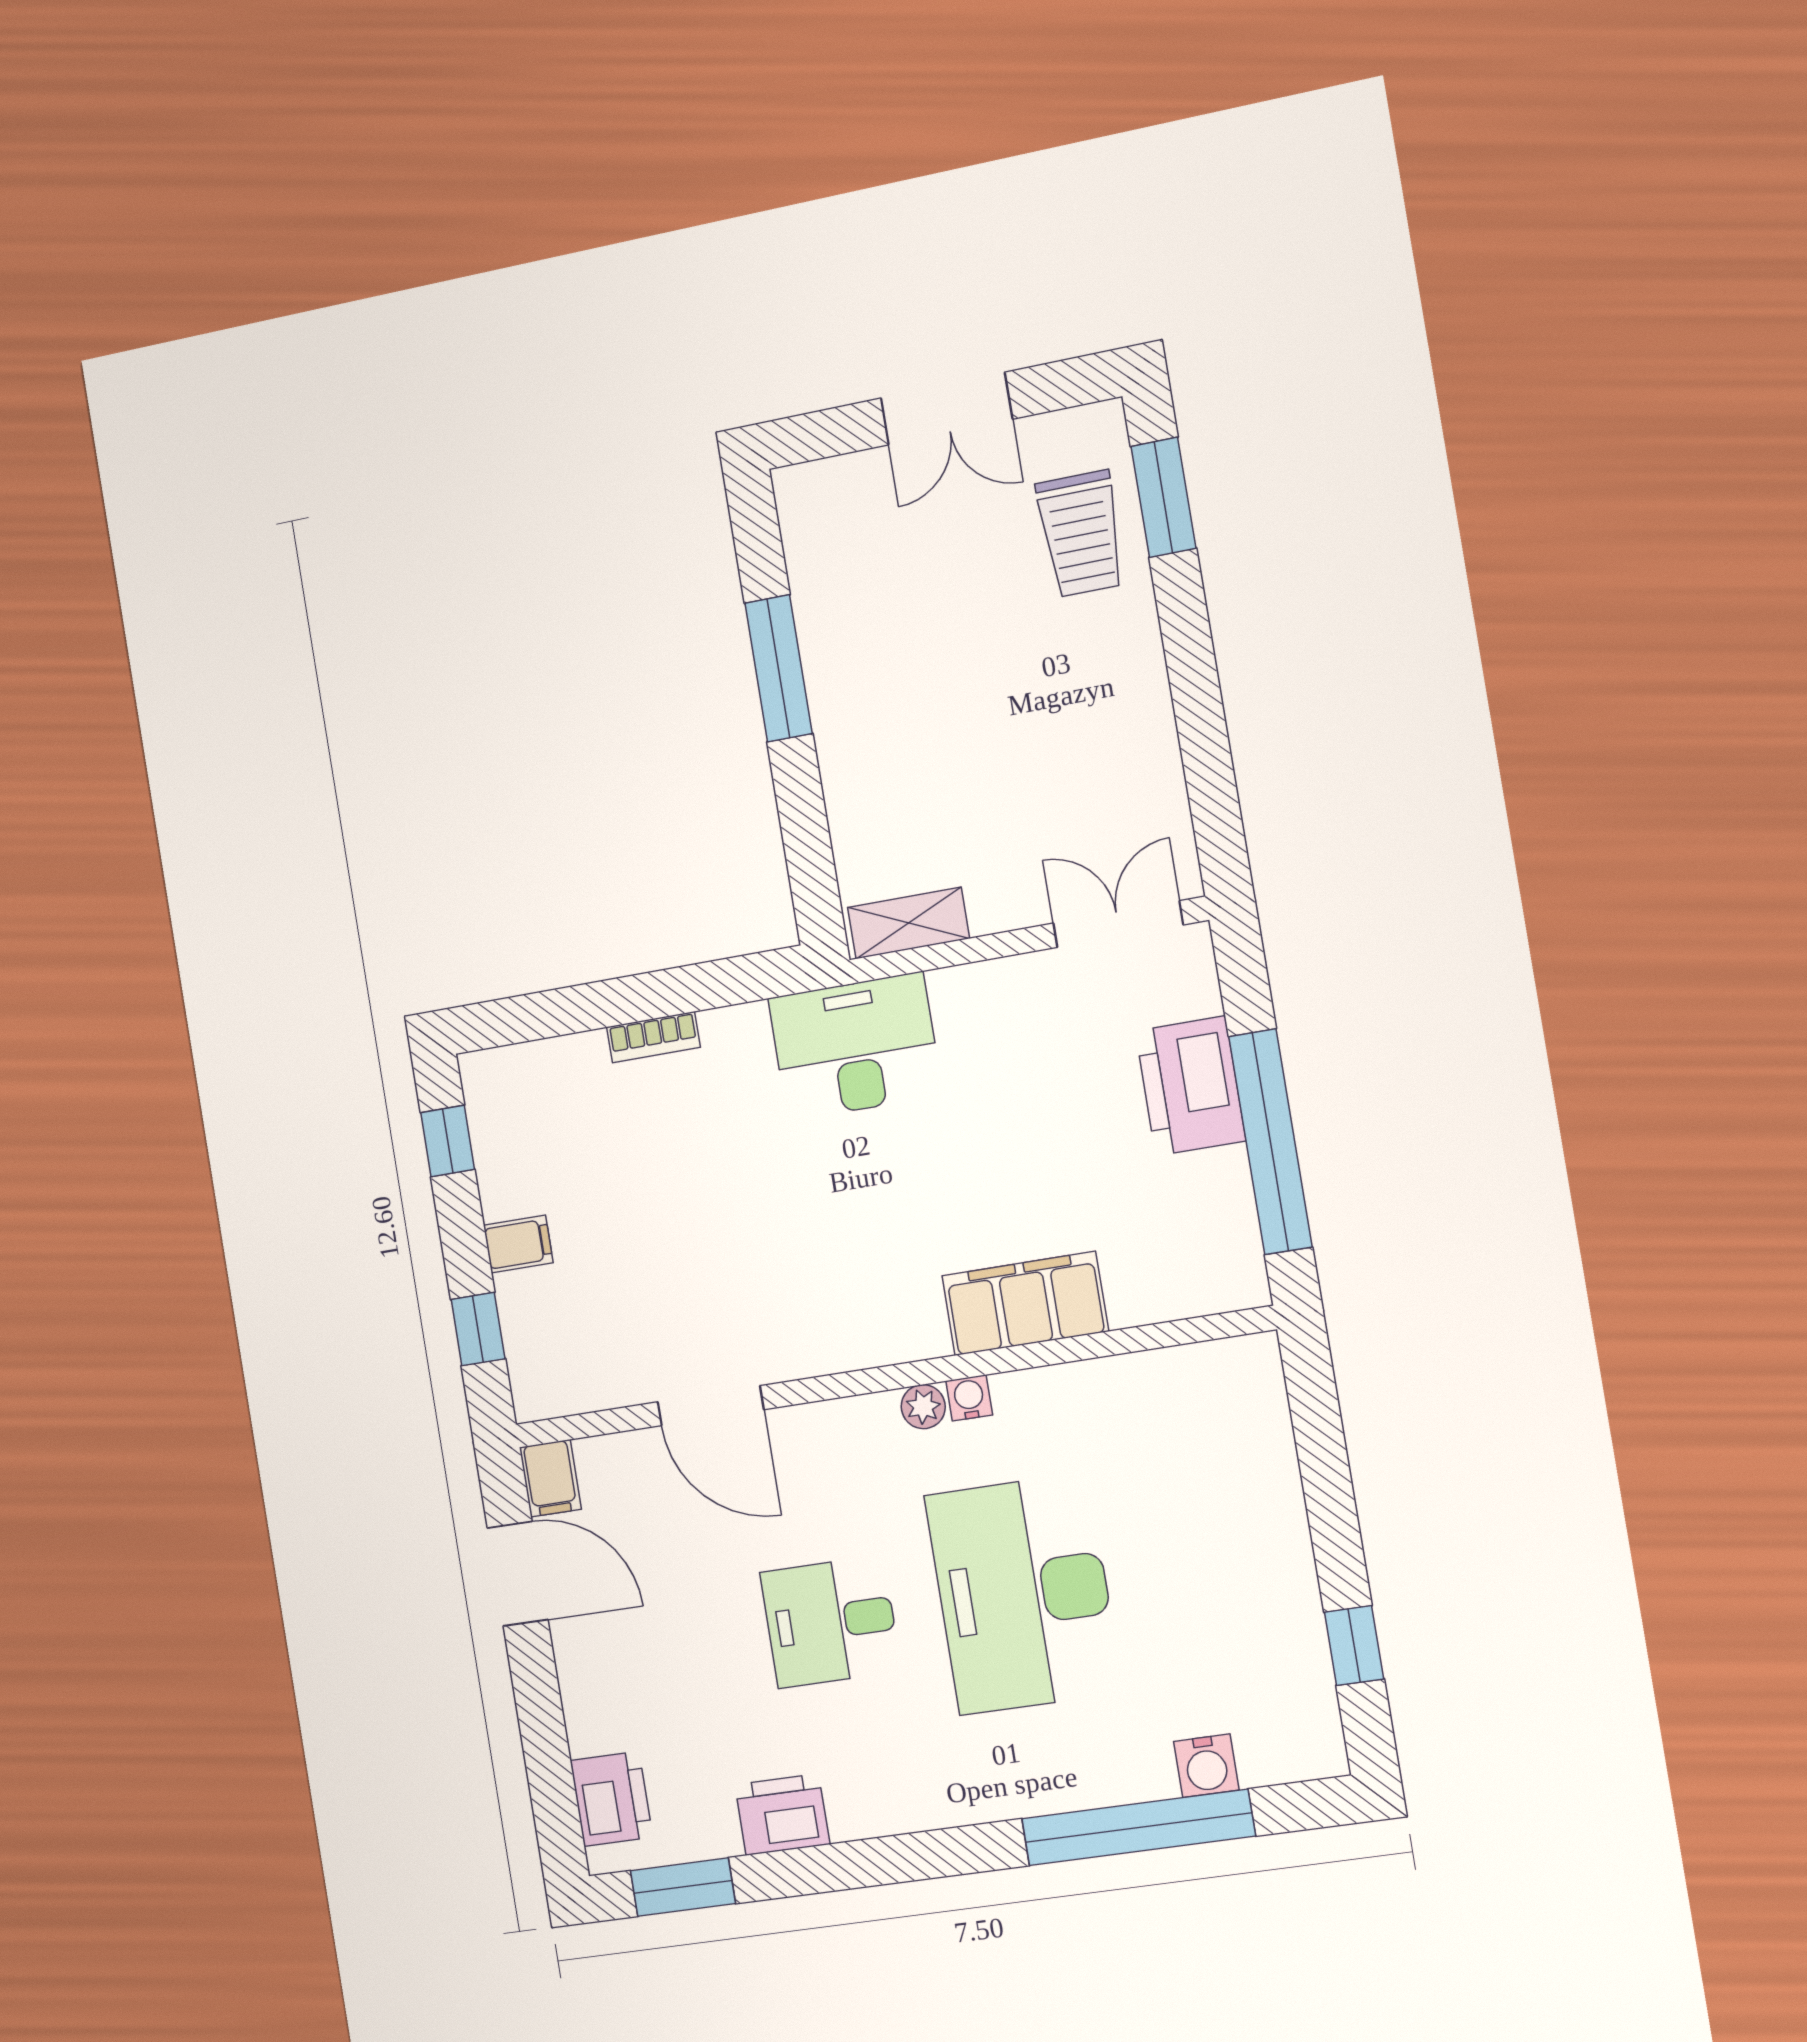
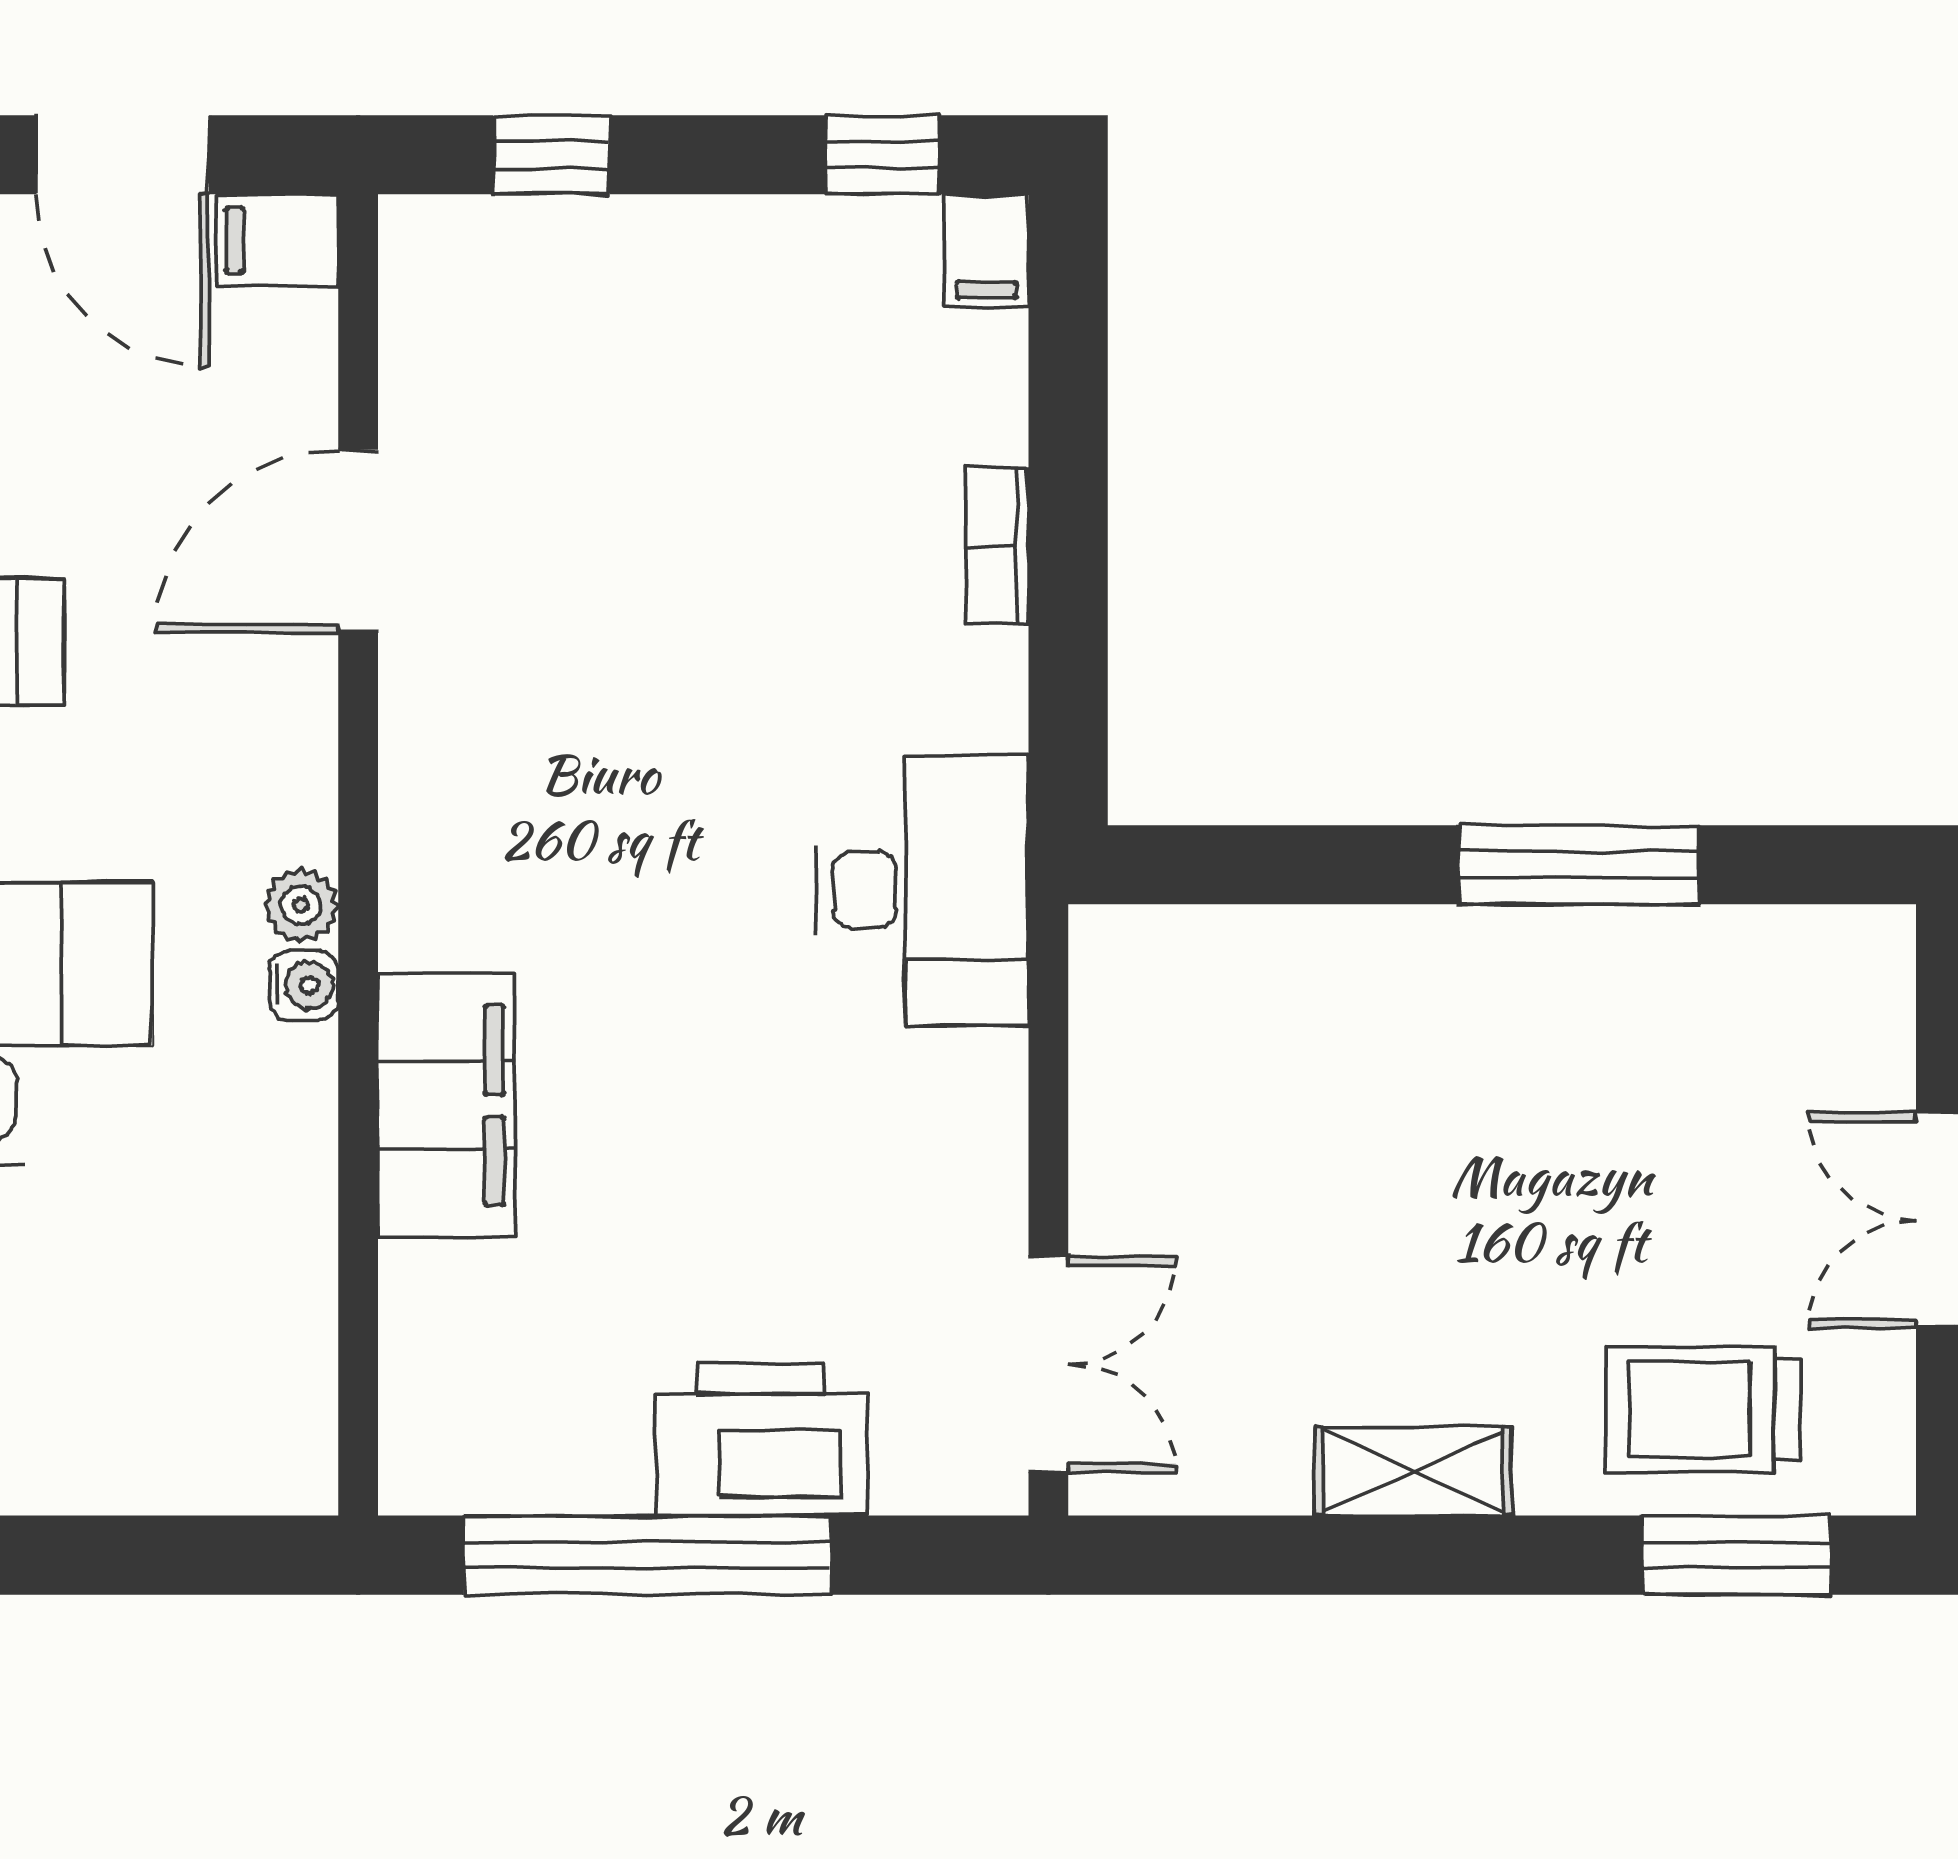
shelving: (909, 923) -> (1413, 1471), moved, turned 90
filing cabinet: (518, 1244) -> (987, 250), moved
door: (518, 1574) -> (123, 155), hinge flipped

